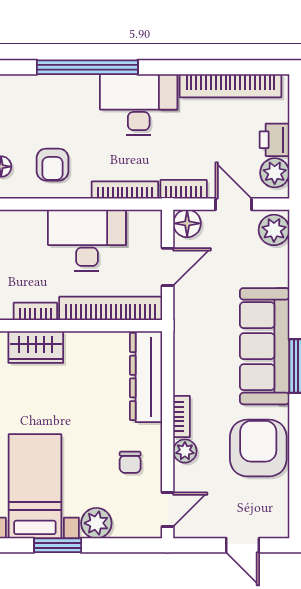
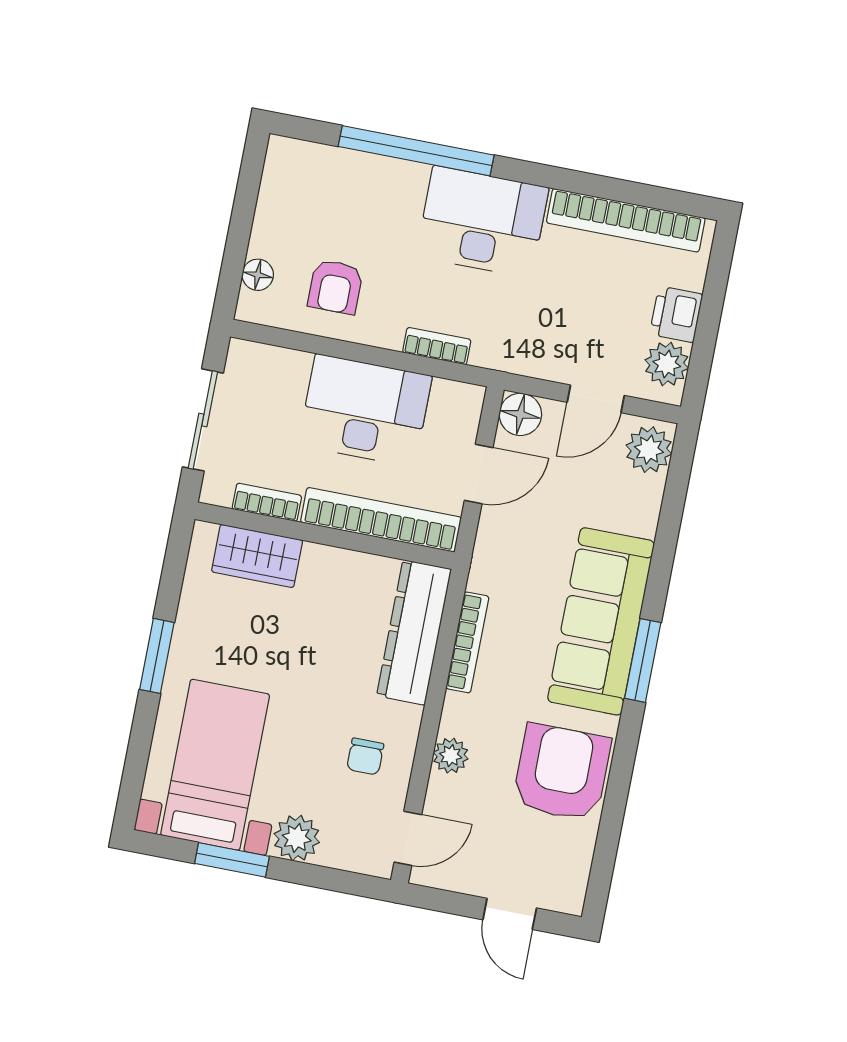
bookcase: (184, 189) -> (525, 362), removed
bookcase: (125, 190) -> (437, 346), width x0.64
door: (233, 204) -> (596, 399), swing flipped
bookcase: (182, 417) -> (467, 642), moved, width x1.56

